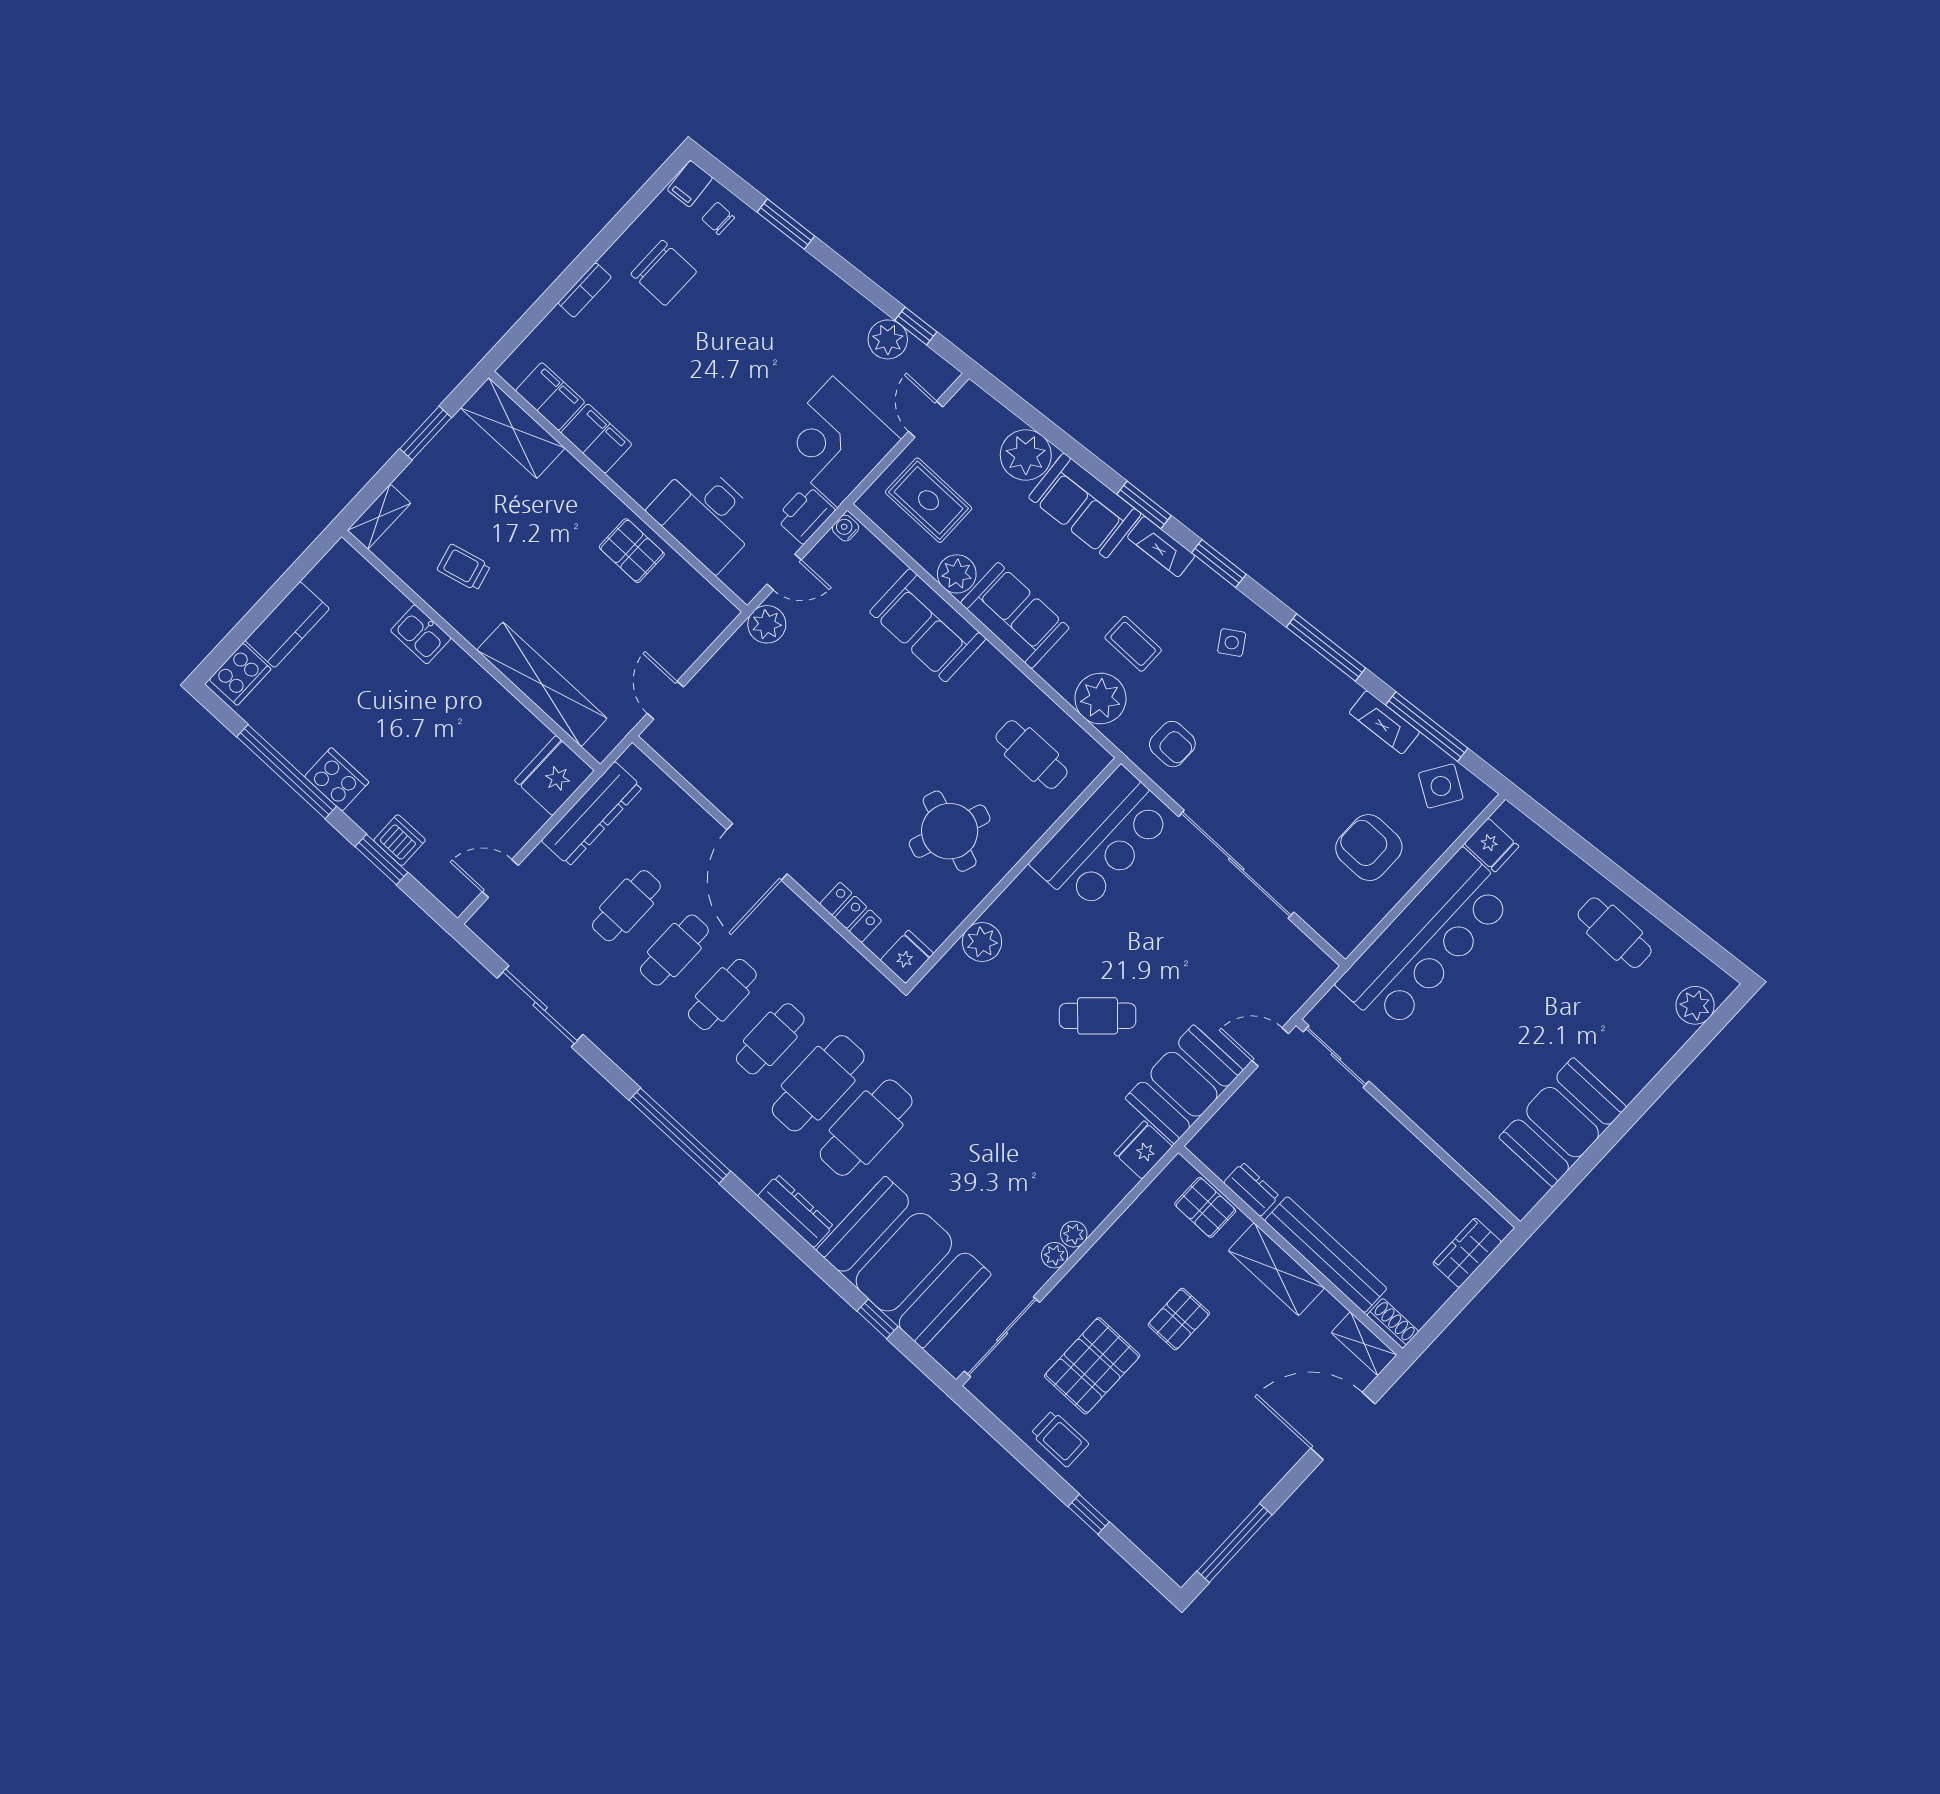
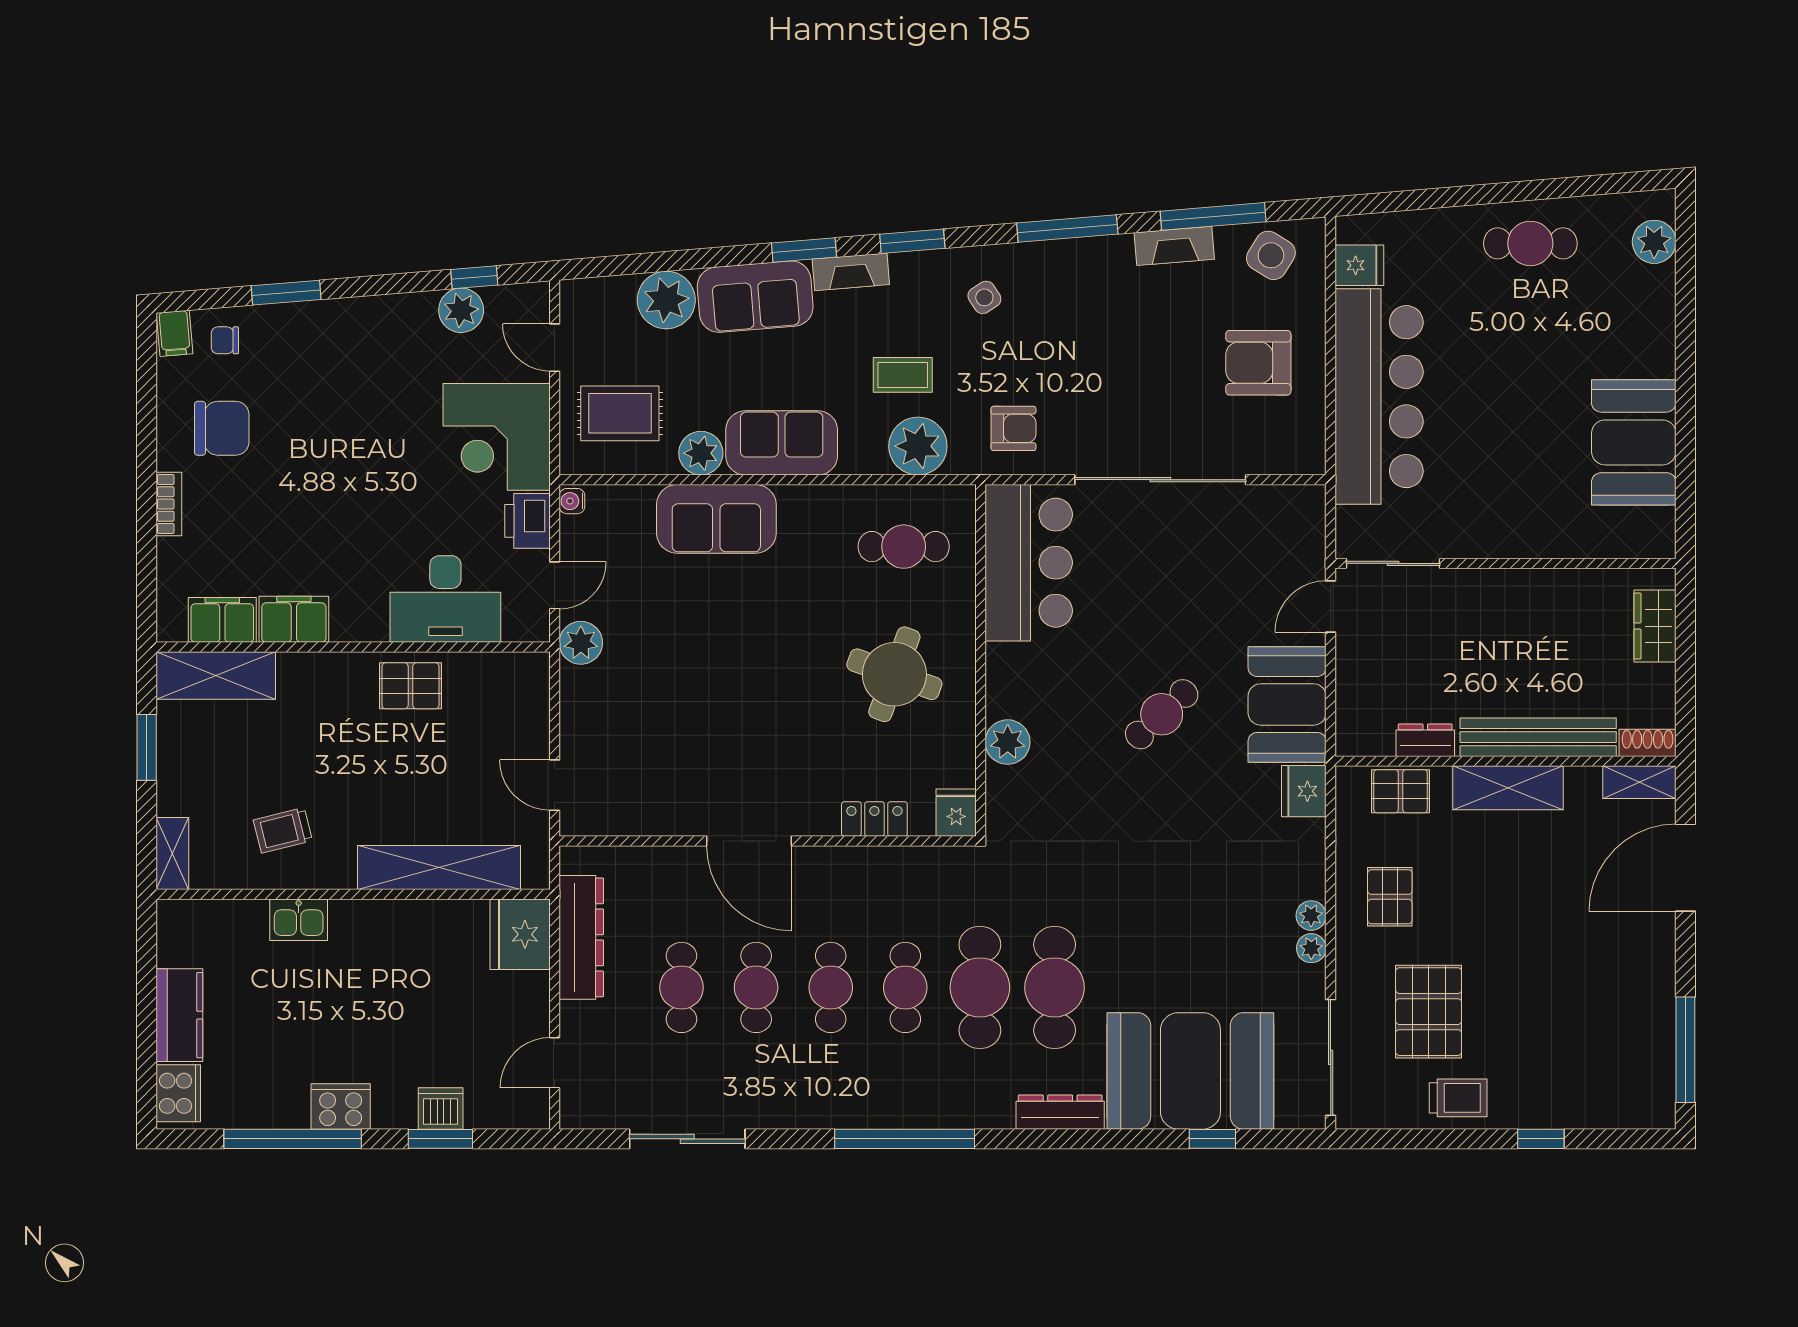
pallet: (1179, 1319) -> (1390, 897), moved

